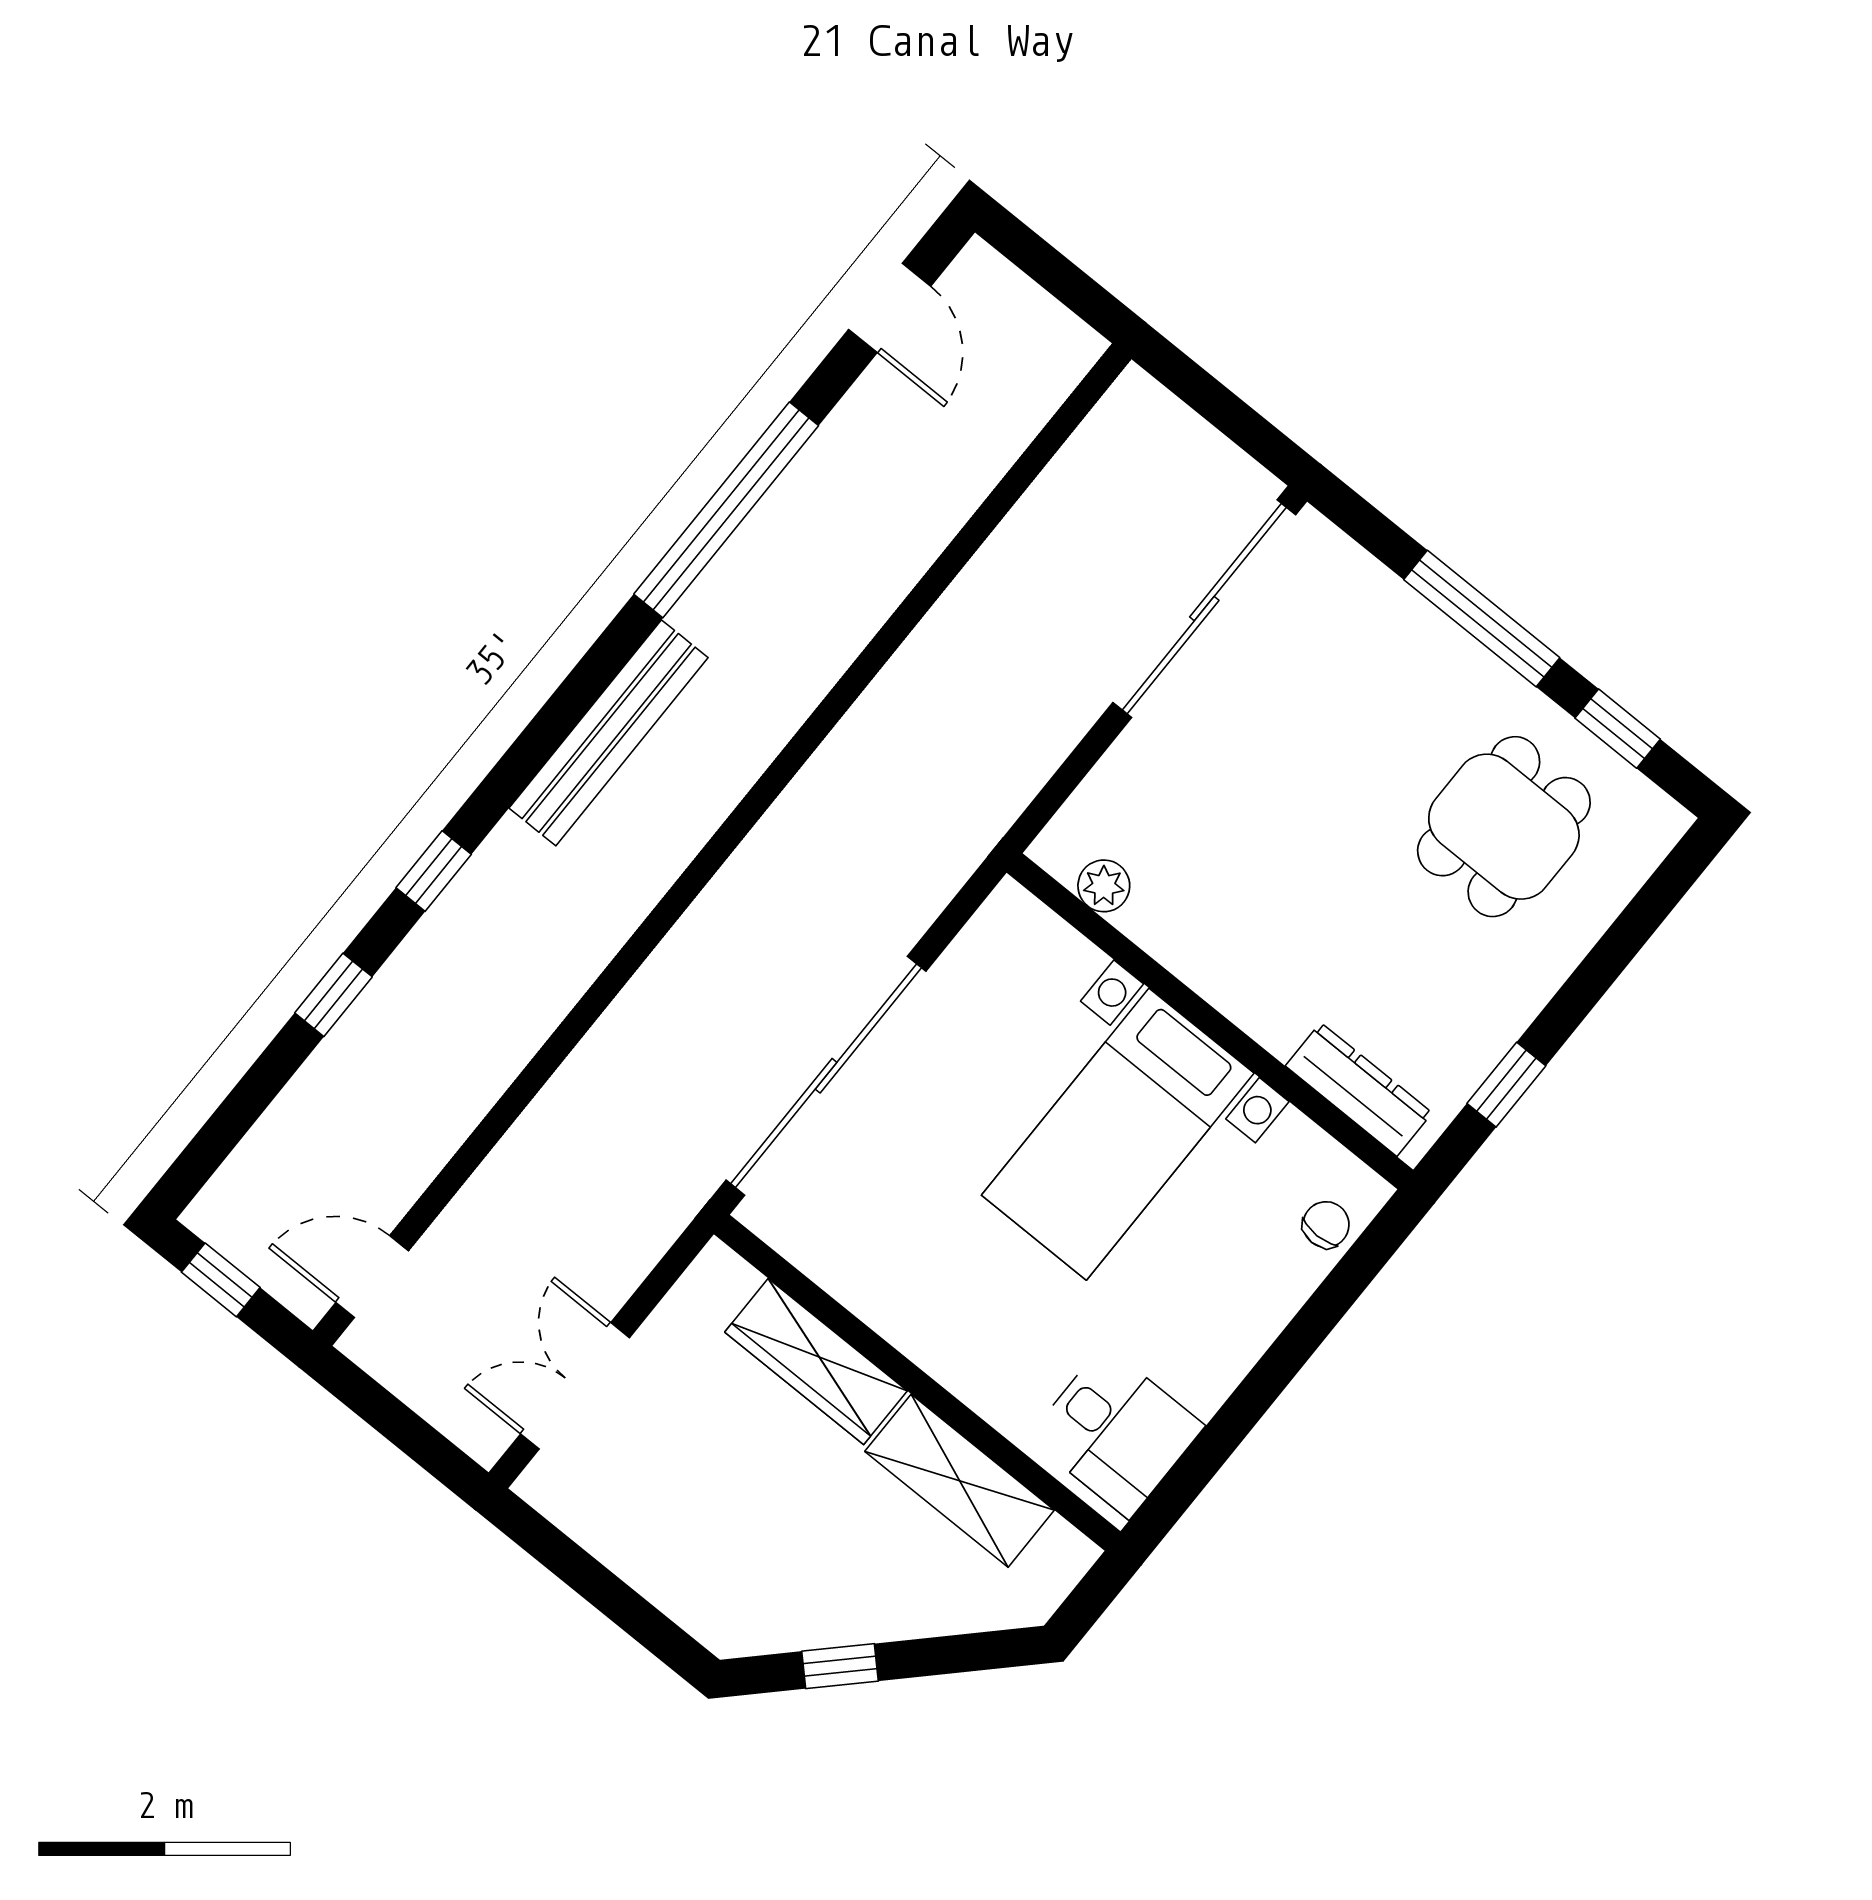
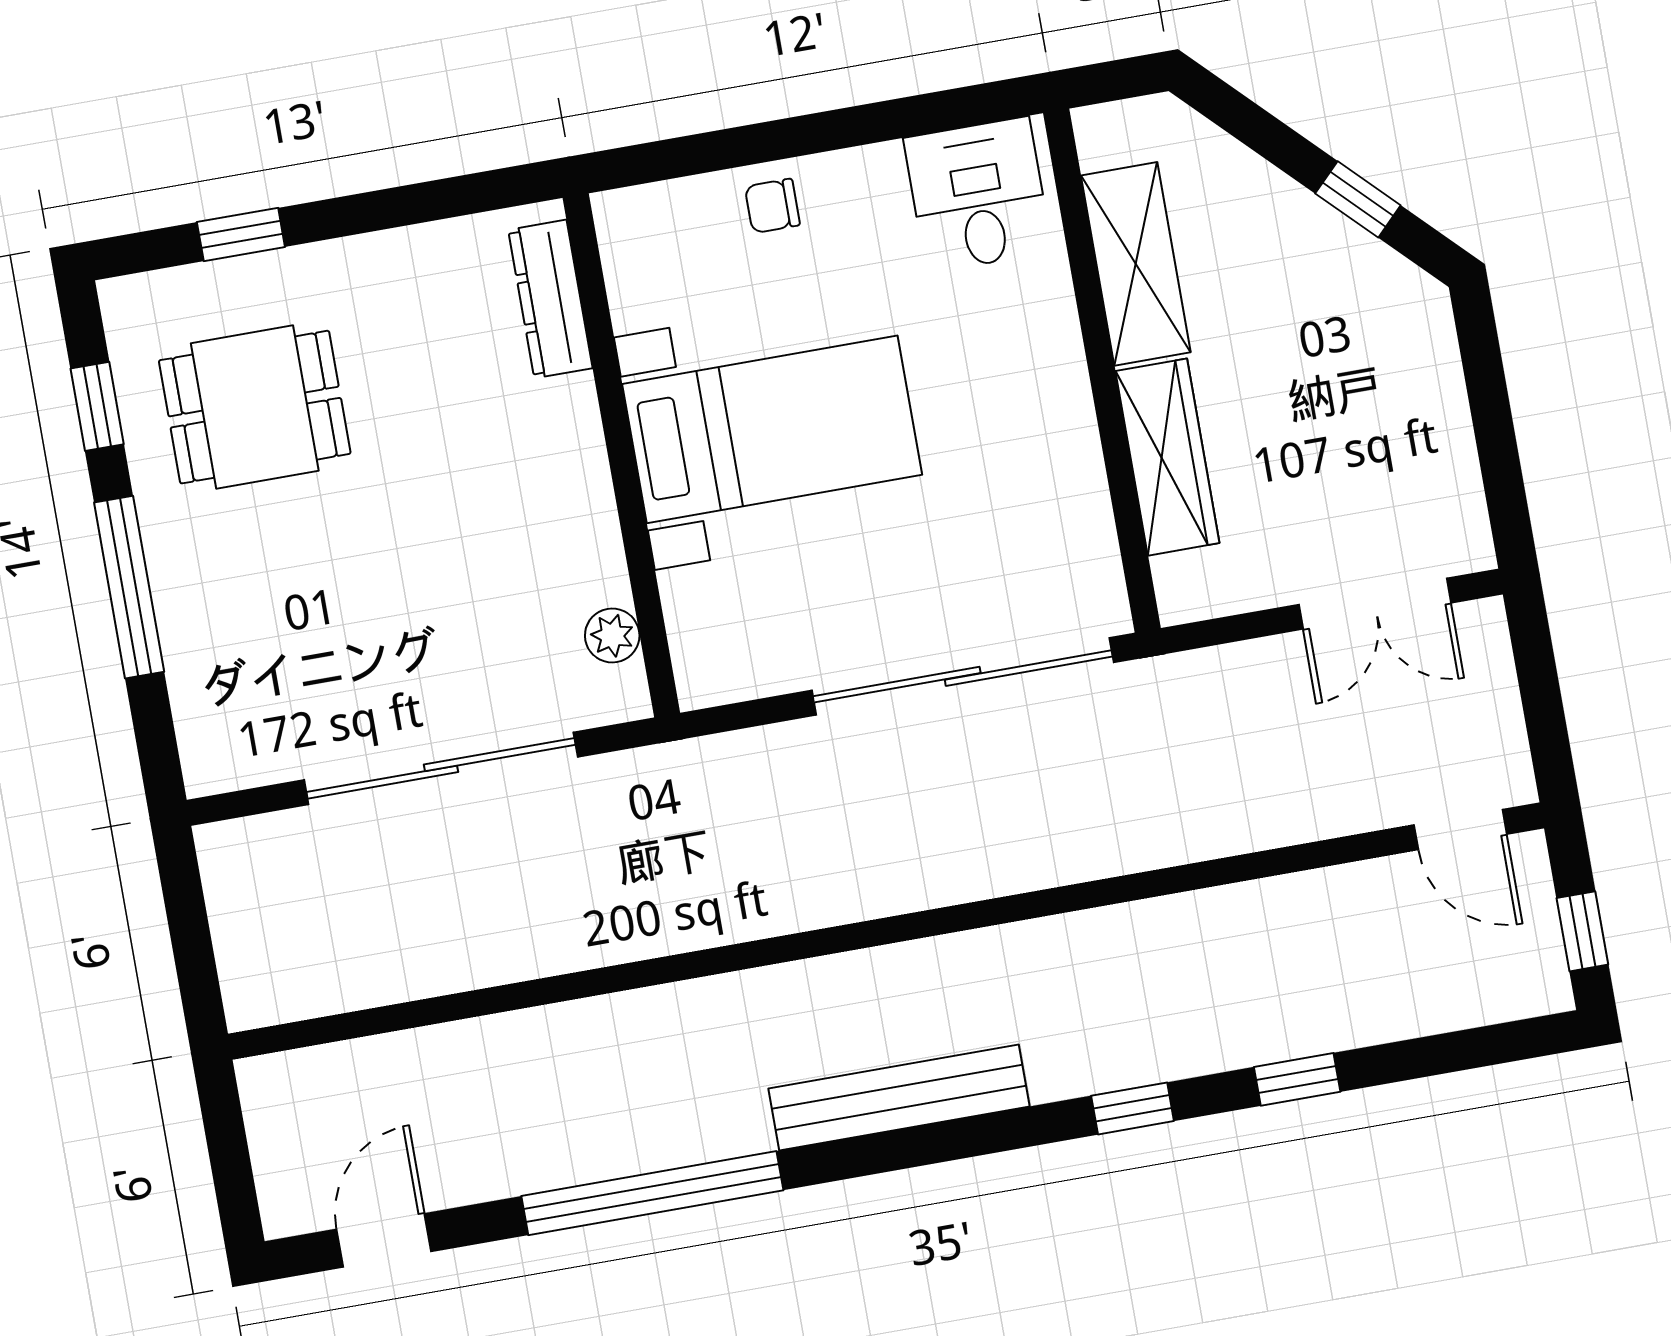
sliding door: (1204, 609) -> (441, 768), moved
window: (1506, 1085) -> (241, 235), moved
chair: (1326, 1225) -> (772, 206), moved

